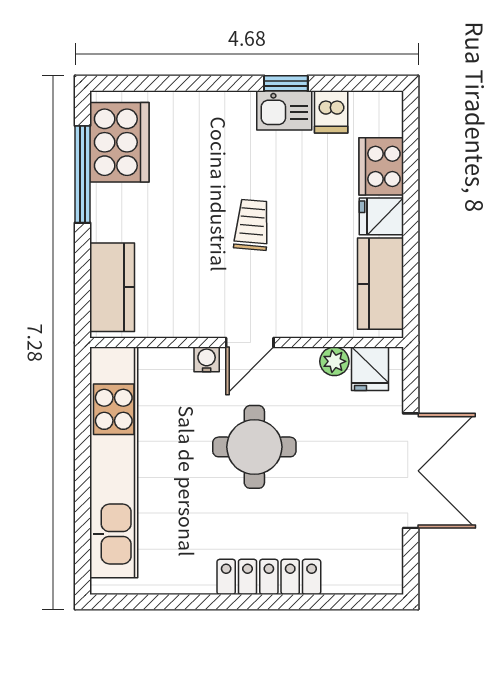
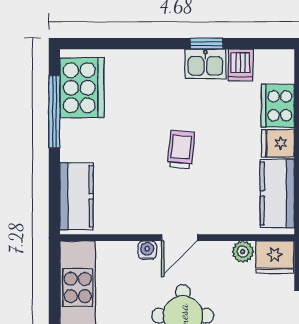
fridge: (370, 369) -> (275, 257), width x1.38

